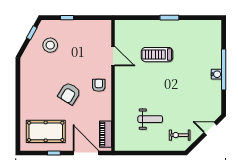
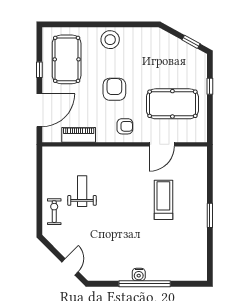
stool: (50, 45) -> (110, 40), moved
pool table: (81, 47) -> (172, 104), added
armchair: (69, 94) -> (114, 89), turned 58
weight bench: (150, 119) -> (82, 191), turned 180
piano: (105, 134) -> (79, 135), moved
exercise bike: (180, 135) -> (54, 212), moved

